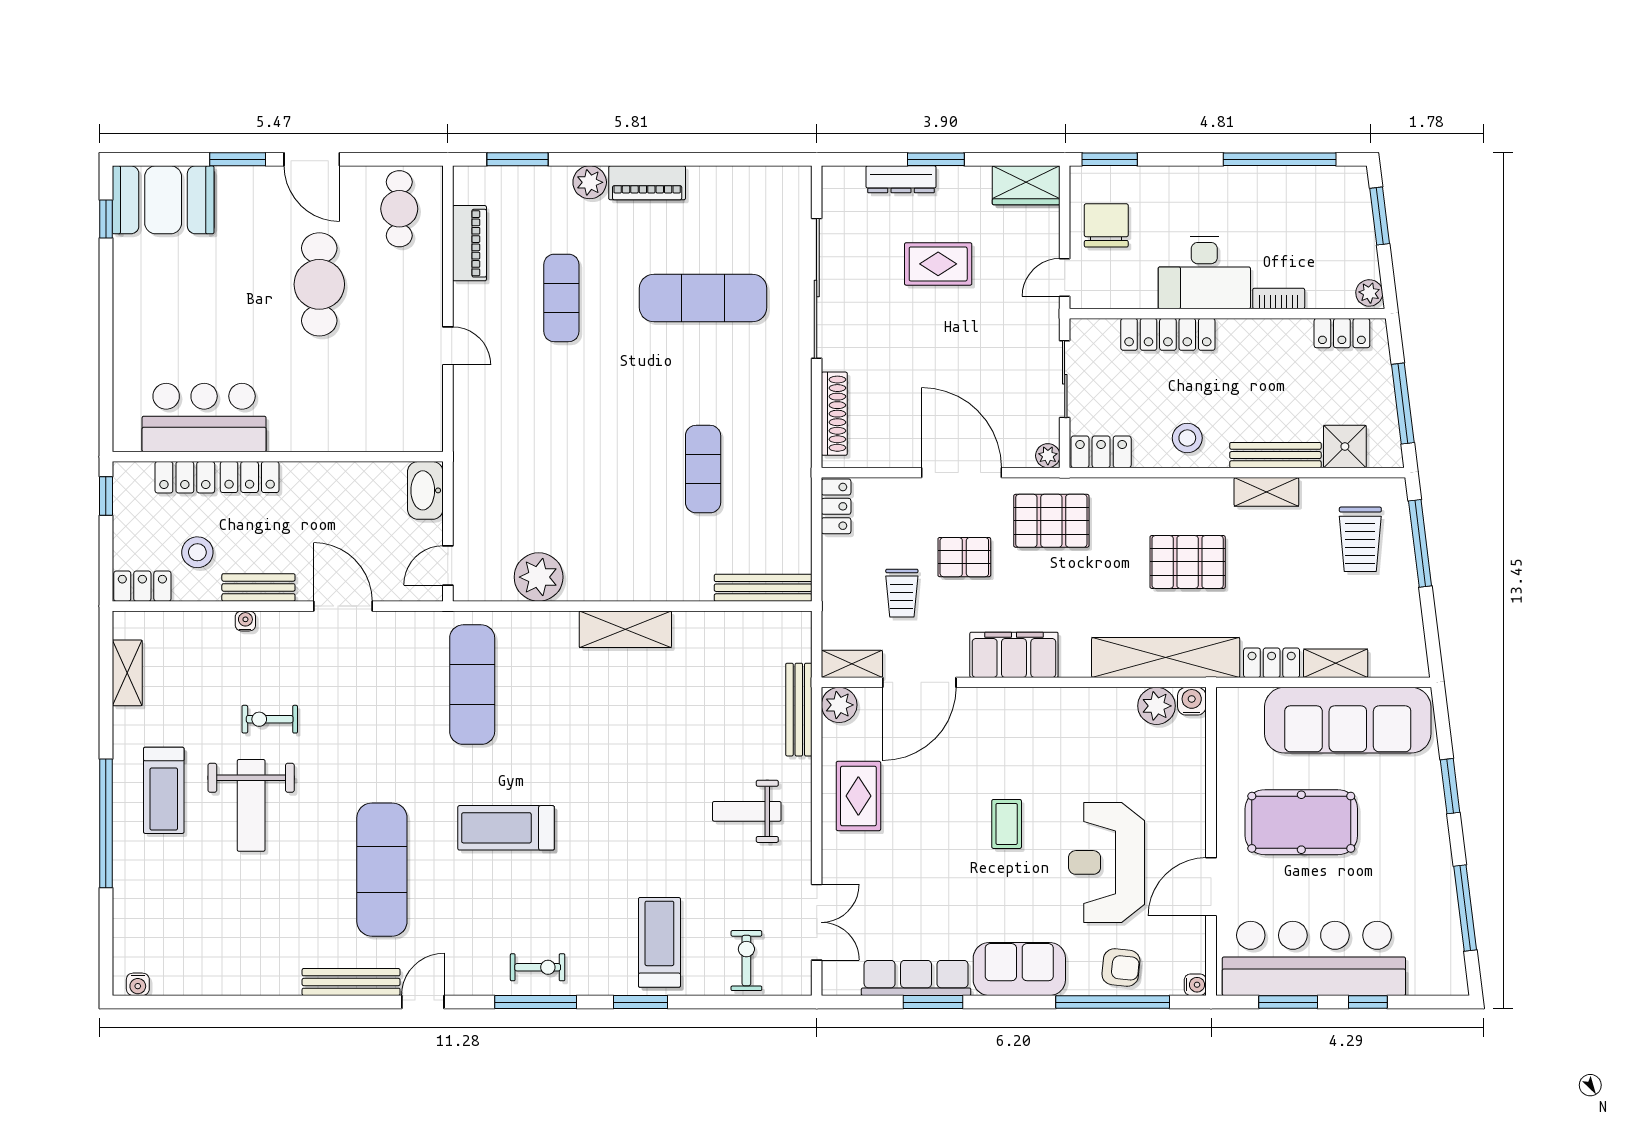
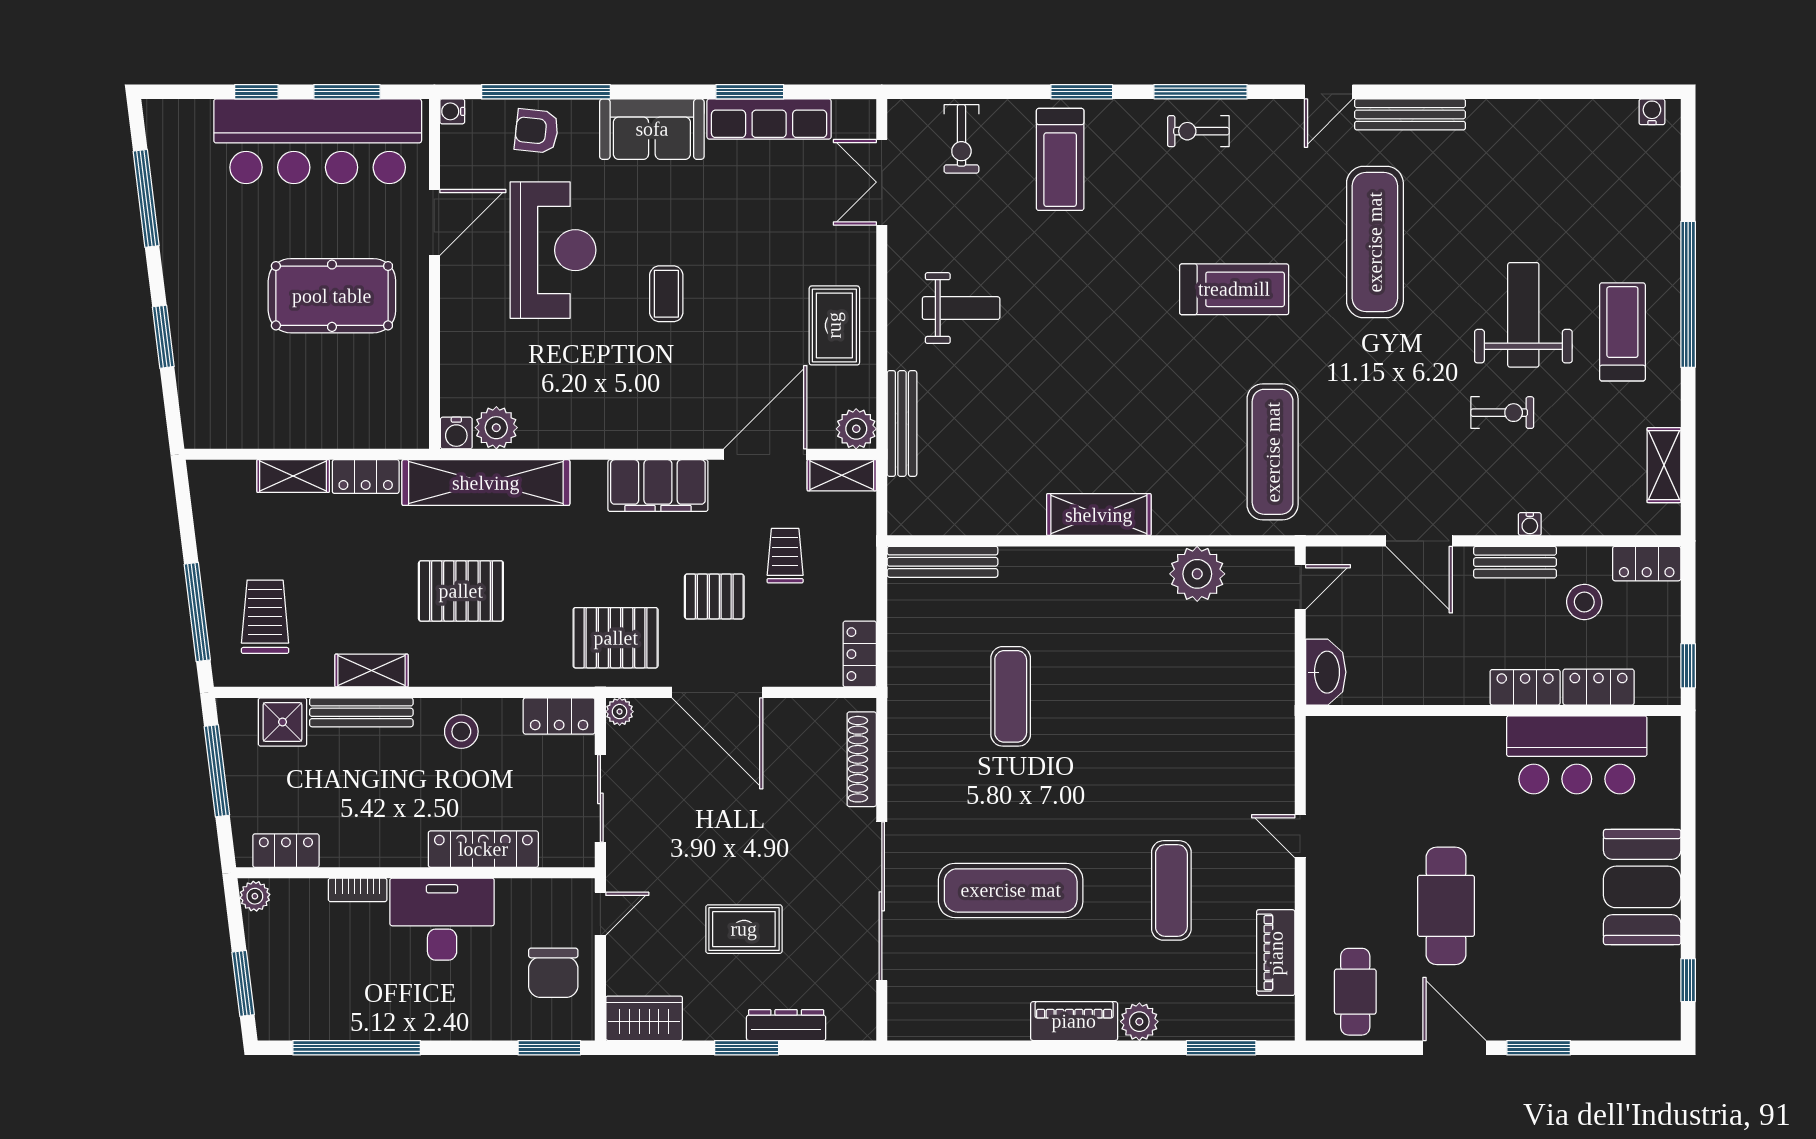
booth: (163, 200) -> (1642, 887), moved, turned 90
sofa: (1348, 720) -> (279, 411), removed

